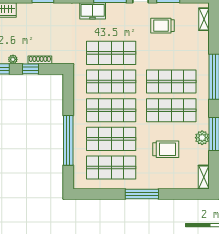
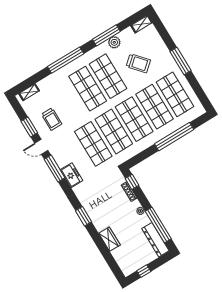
window: (30, 69) -> (132, 182), moved
trolley: (166, 149) -> (138, 63), turned 139

